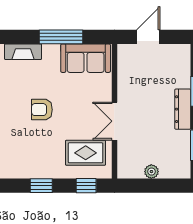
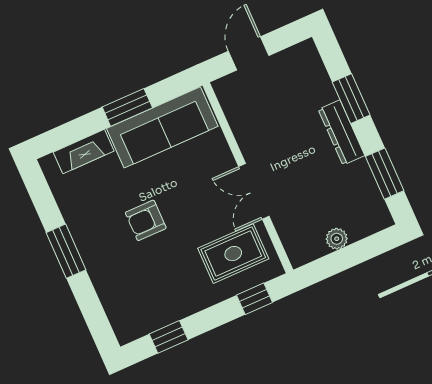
window: (61, 37) -> (127, 107), width x0.69
sofa: (86, 58) -> (162, 127), width x1.36
window: (41, 186) -> (169, 337), moved

